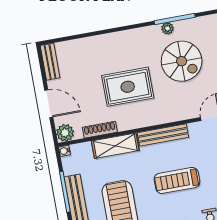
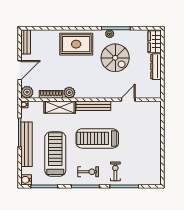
rug: (128, 87) -> (76, 44), moved
door: (49, 104) -> (20, 70), hinge flipped
plant: (125, 122) -> (69, 93), added
treadmill: (177, 180) -> (97, 138), width x1.37, depth x1.38

